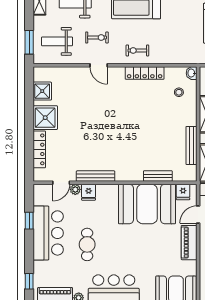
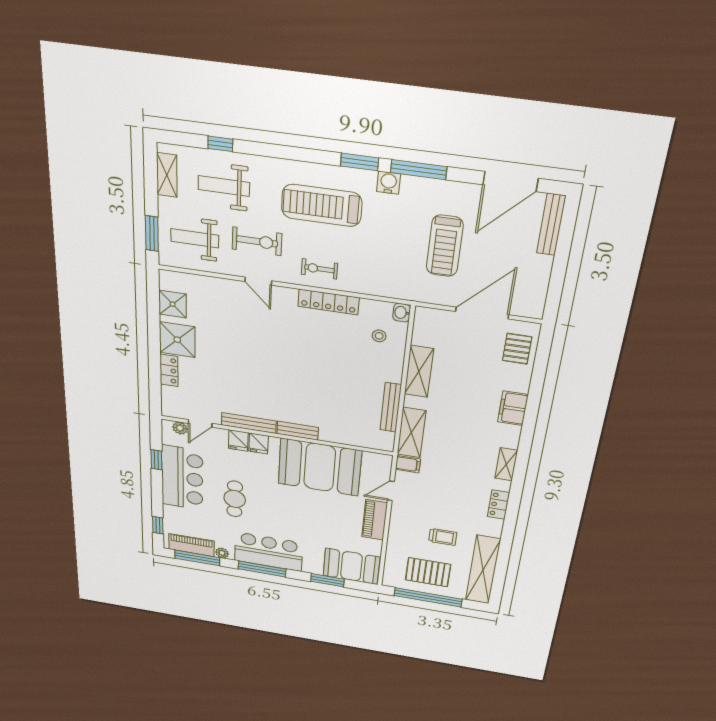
exercise bike: (97, 37) -> (257, 241), width x1.38, depth x1.39
locker: (39, 149) -> (169, 370), width x0.66
bench: (158, 176) -> (298, 431), moved
plant: (75, 189) -> (180, 428), moved
fridge: (183, 192) -> (259, 443), moved

